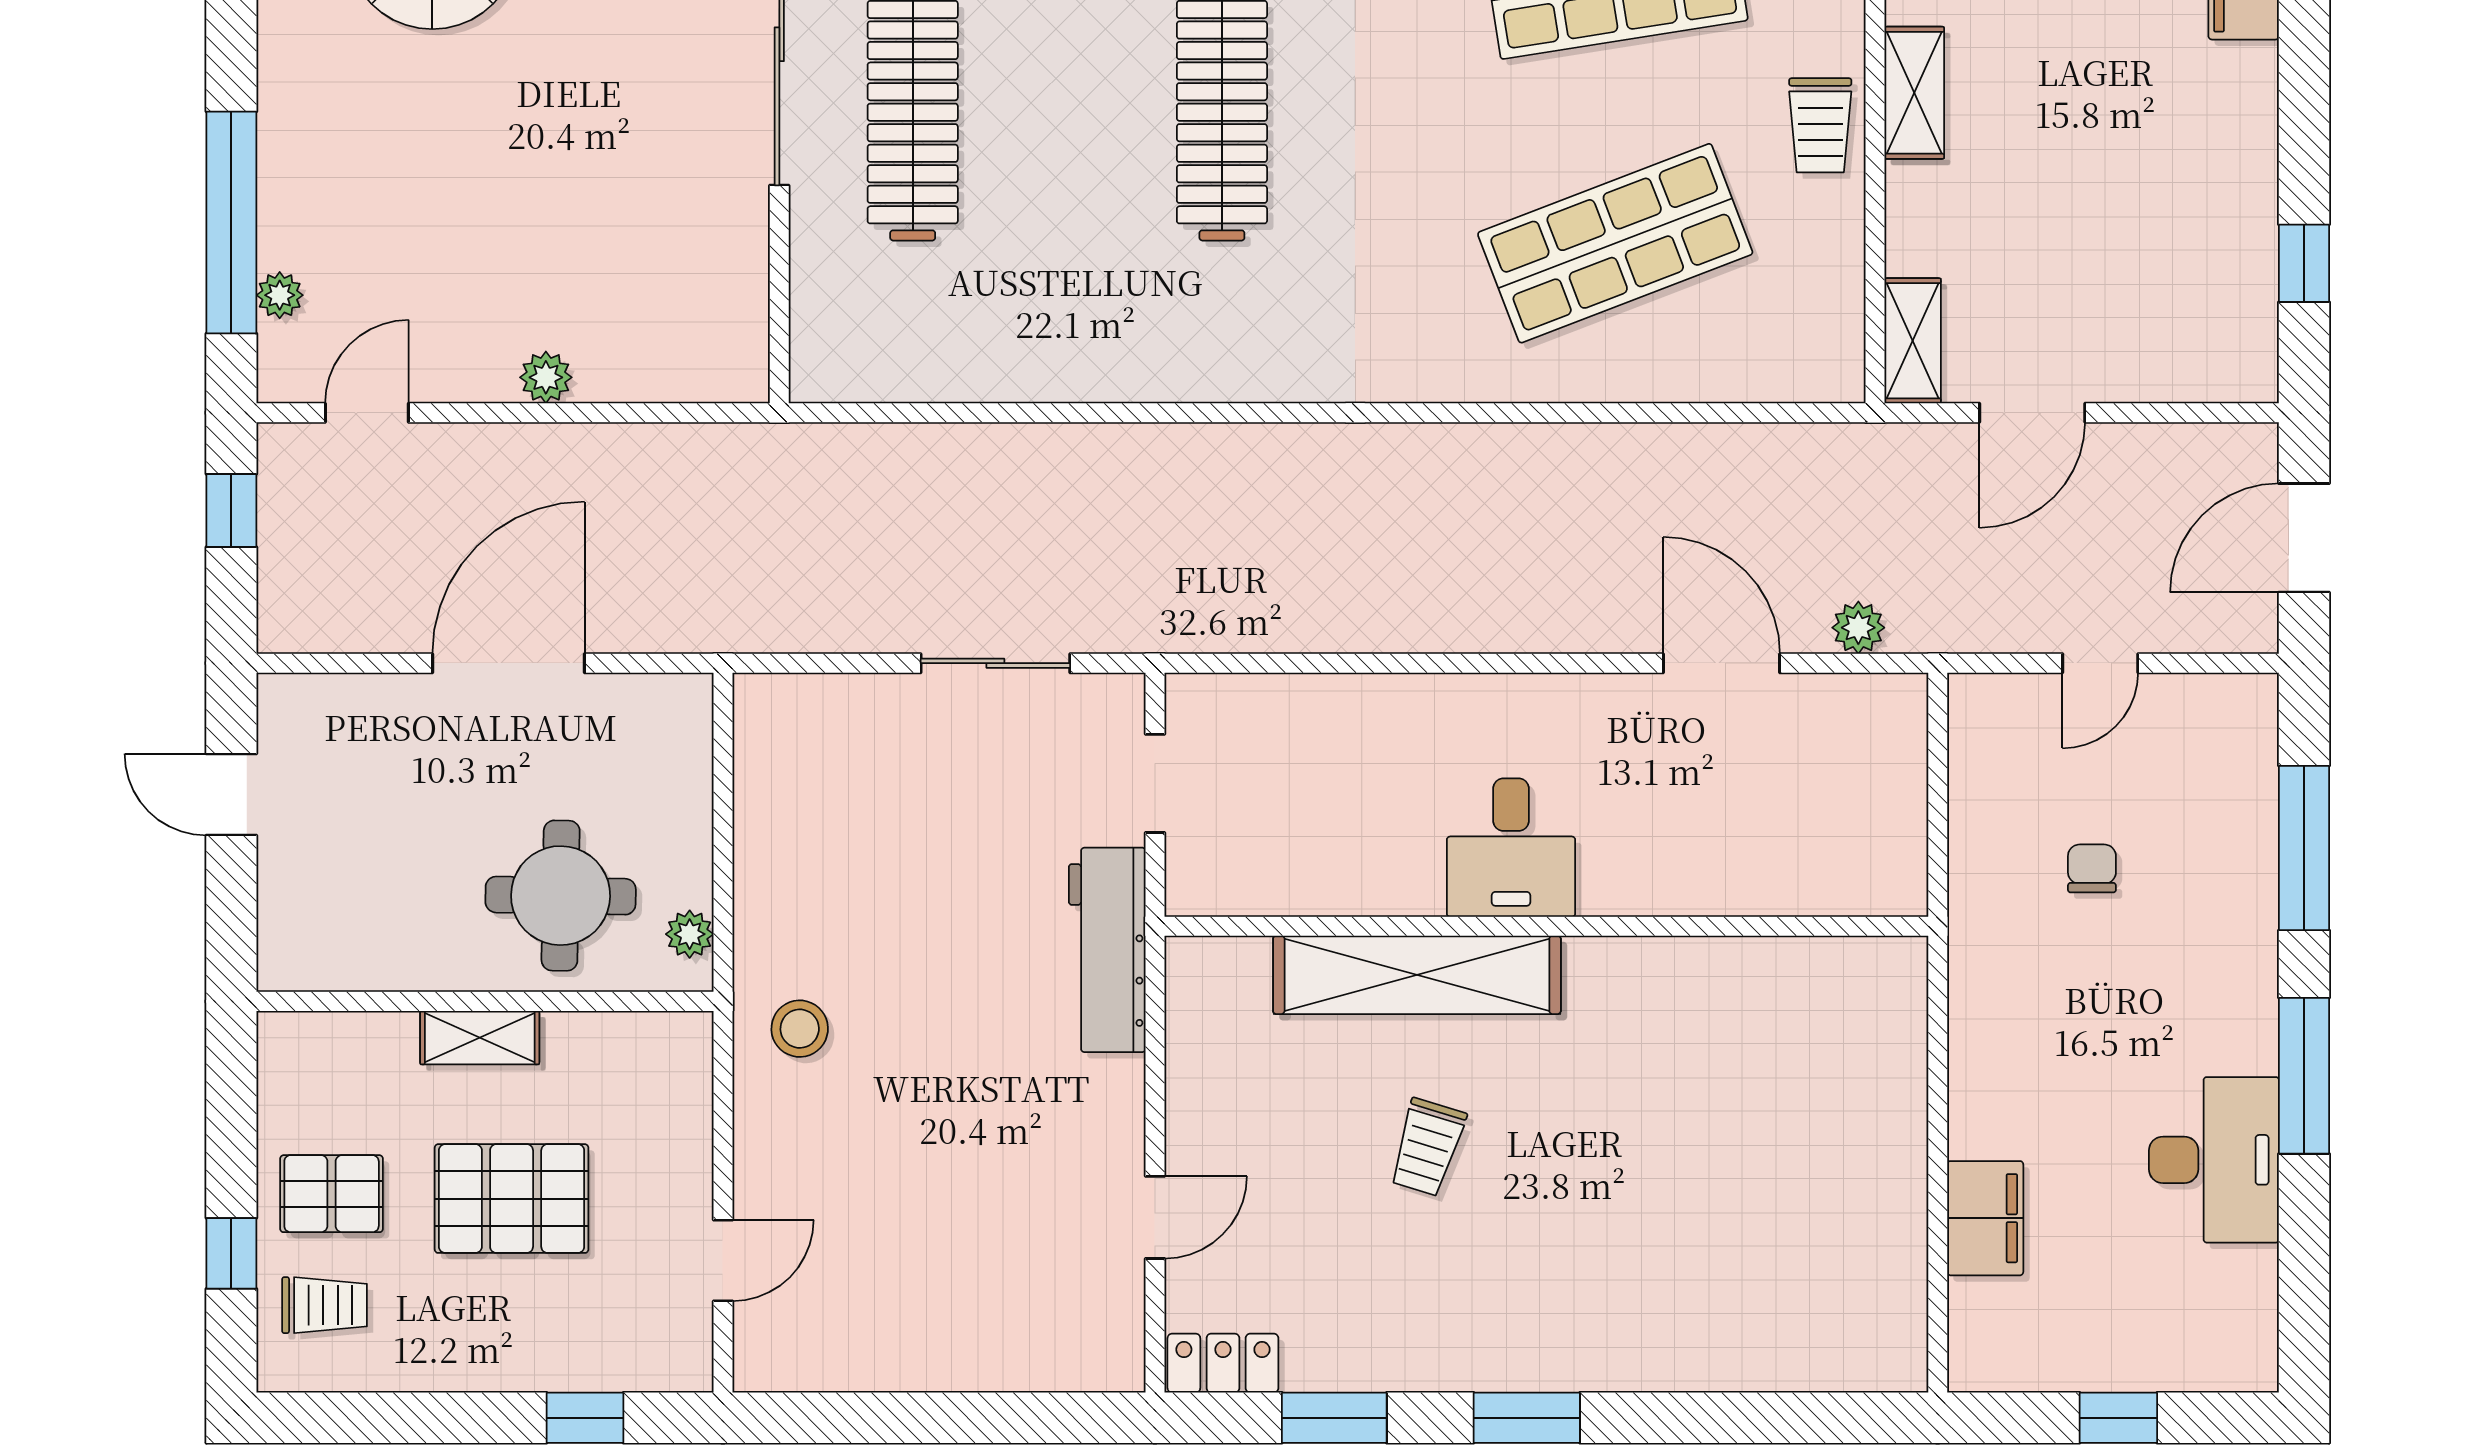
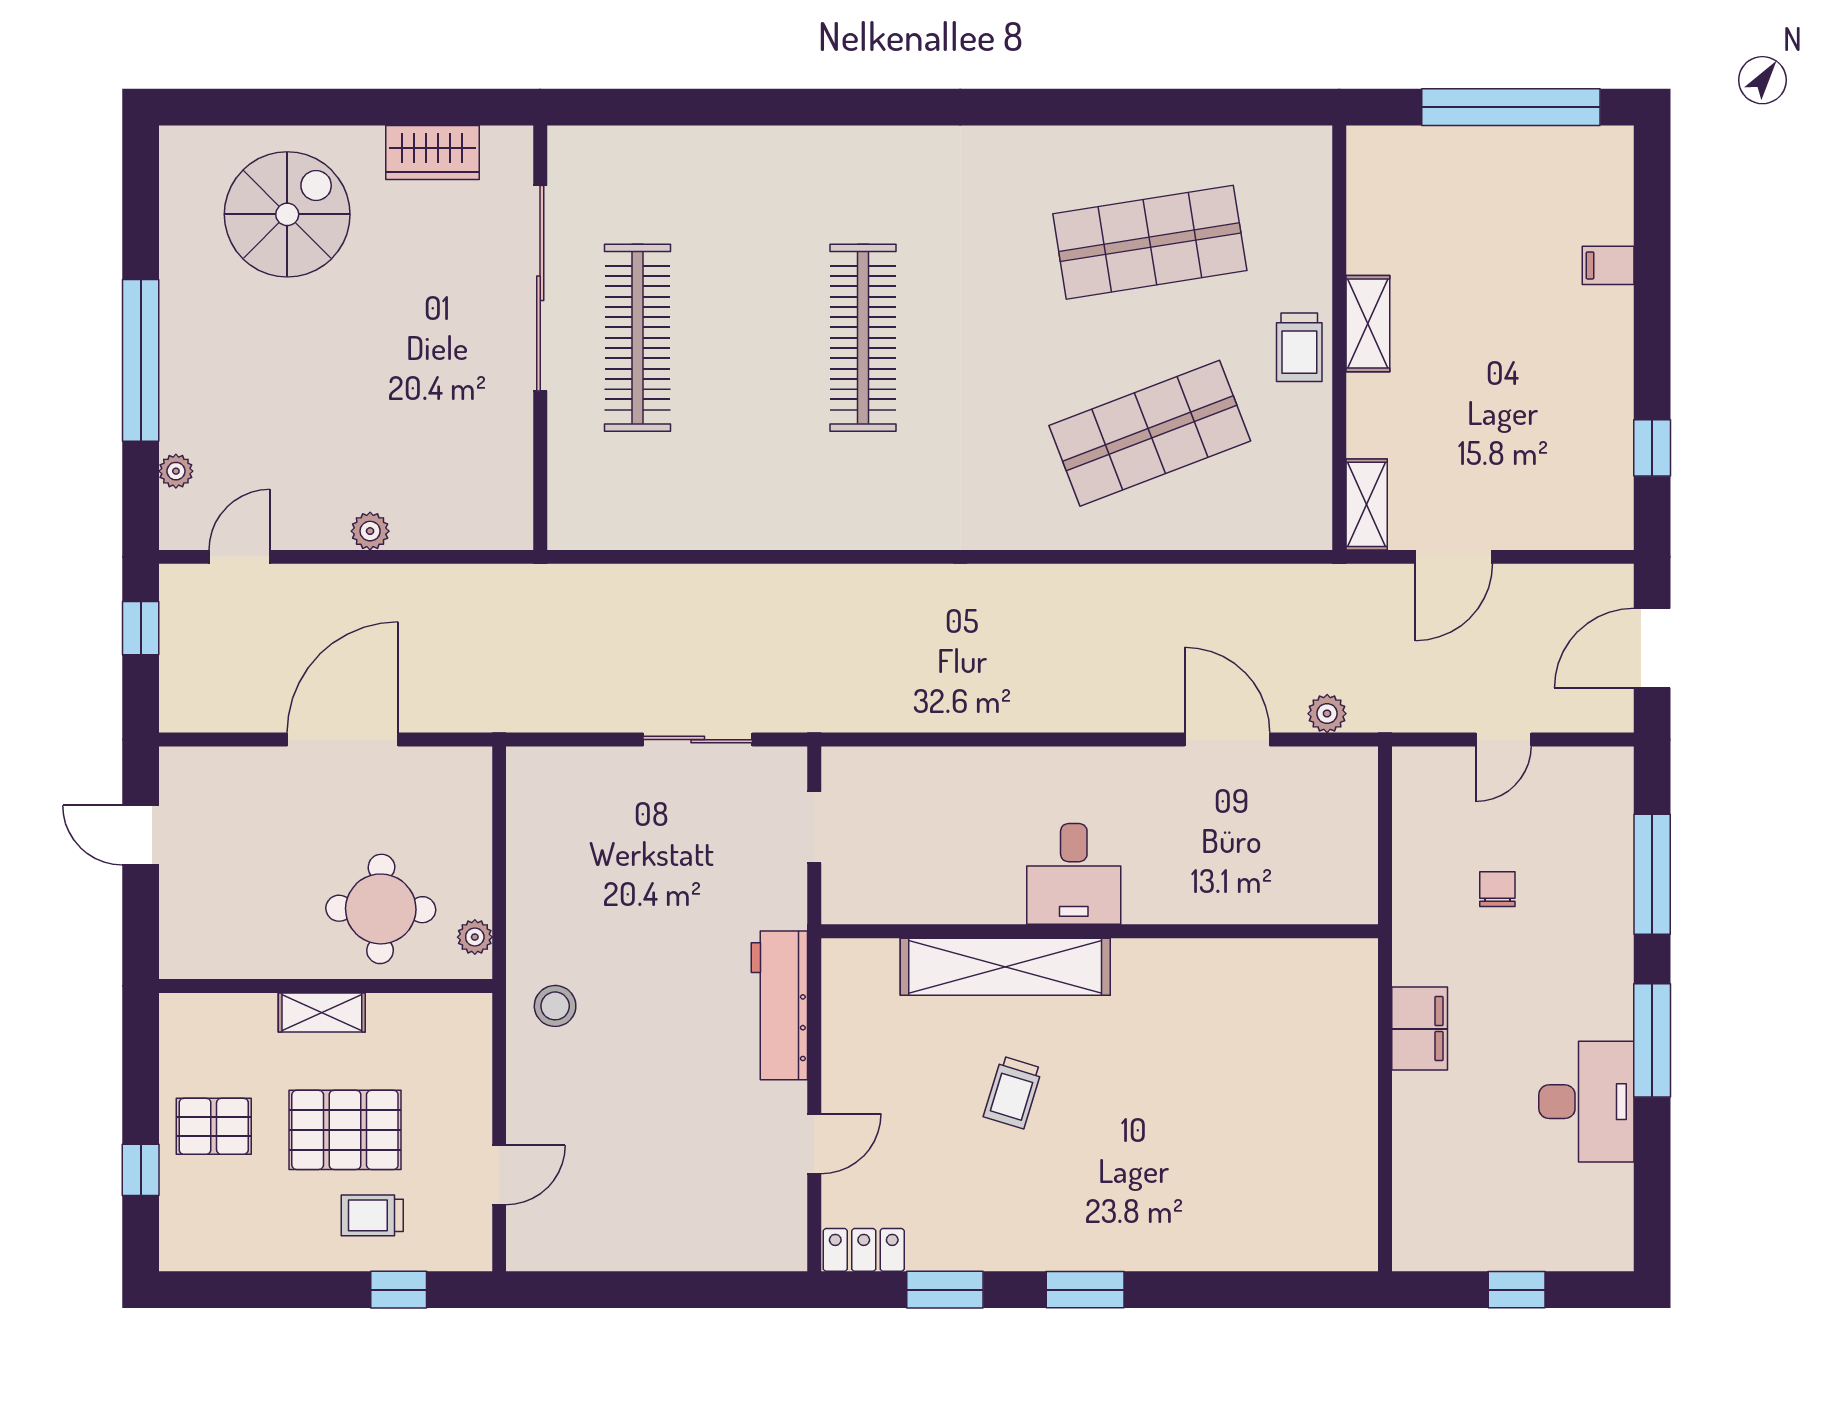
window: (231, 222) -> (141, 360), moved
workbench: (1107, 950) -> (779, 1005), moved
filing cabinet: (1985, 1218) -> (1420, 1029), moved
trolley: (325, 1305) -> (372, 1215), moved, turned 180

